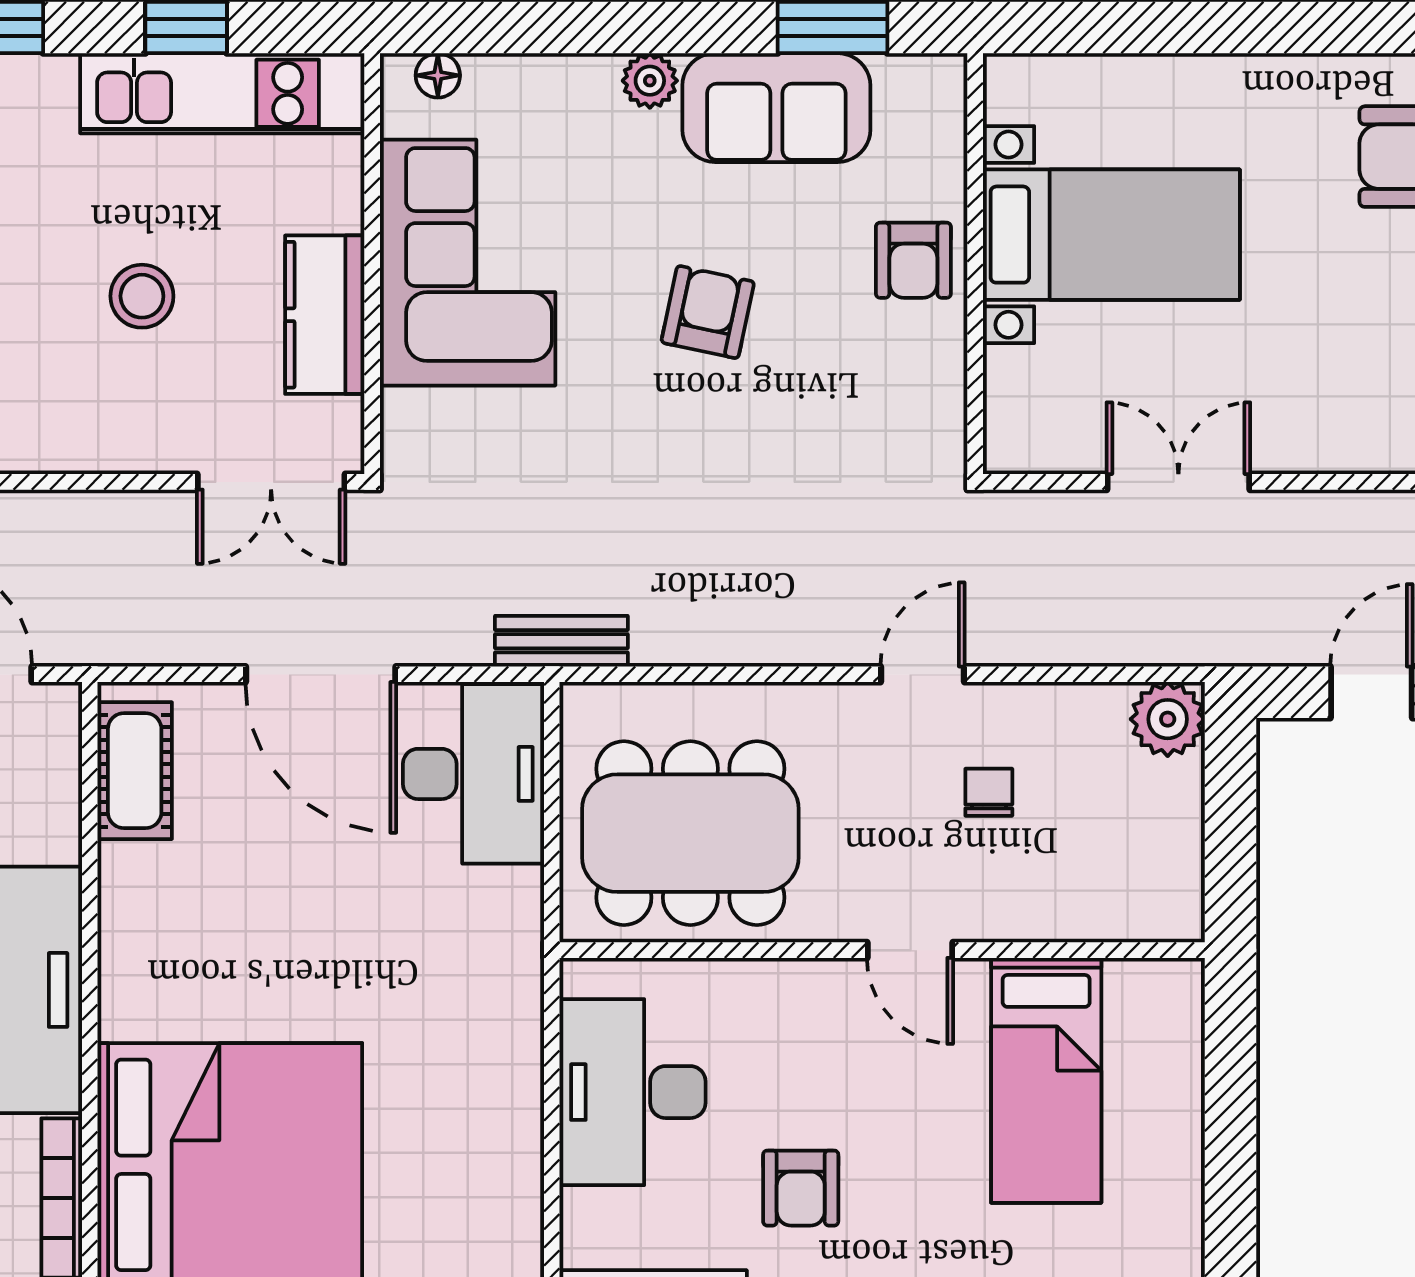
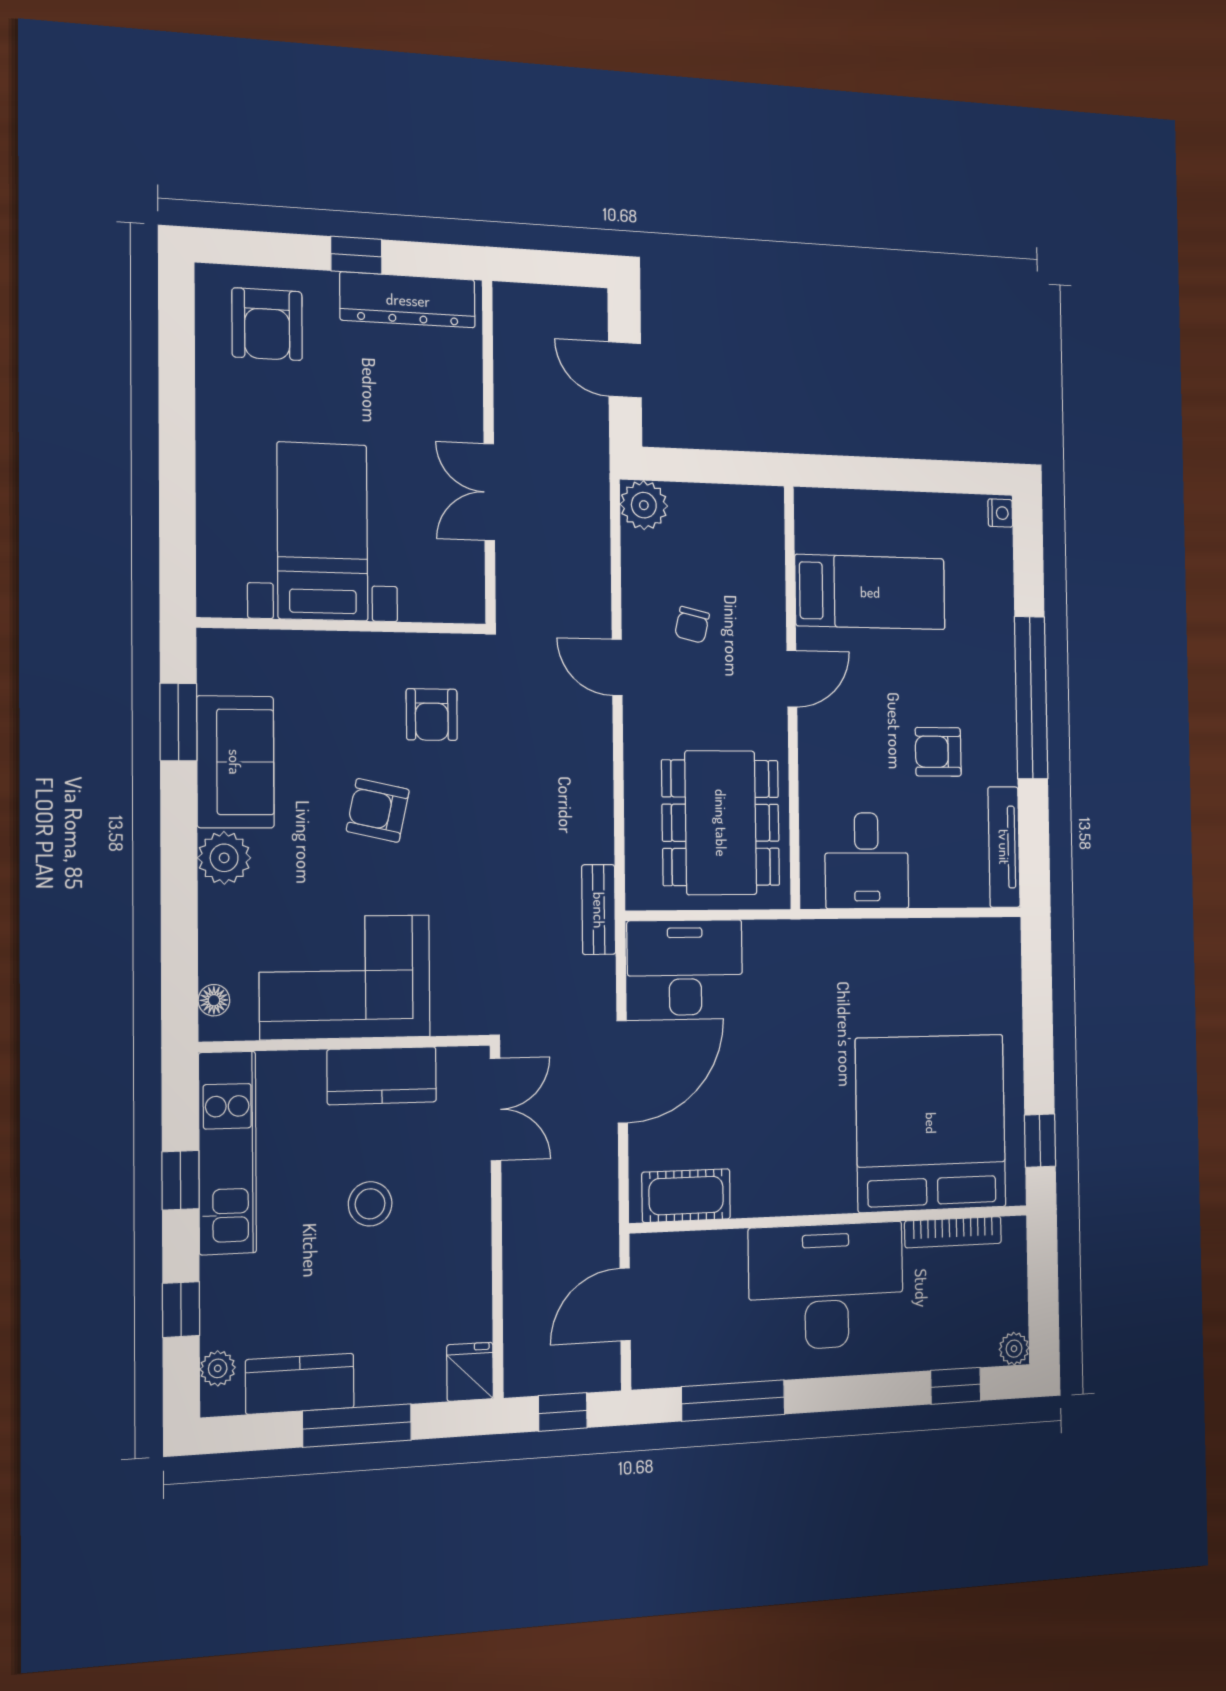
plant: (650, 81) -> (224, 858), width x1.38, depth x1.38
armchair: (913, 260) -> (432, 715), moved, turned 90
chair: (989, 792) -> (692, 625), turned -77
desk: (633, 1092) -> (867, 861), width x0.73
armchair: (801, 1188) -> (938, 752), turned 180

